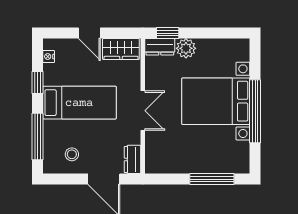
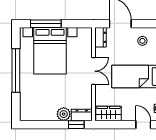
door: (89, 33) -> (143, 125), moved
bed with nightstands: (216, 101) -> (50, 51), moved, turned 90
double door: (143, 111) -> (94, 71), swing flipped

